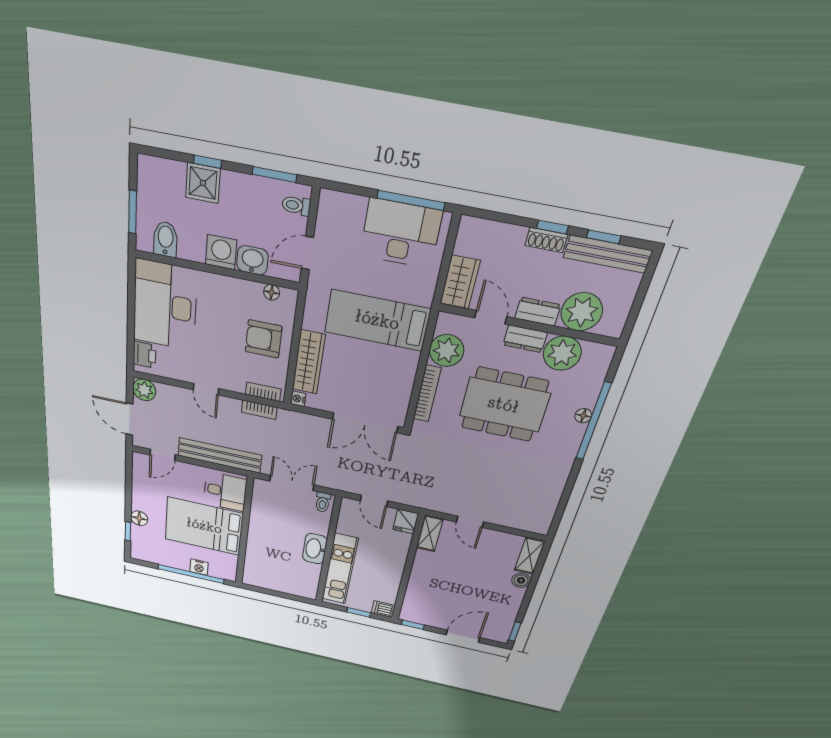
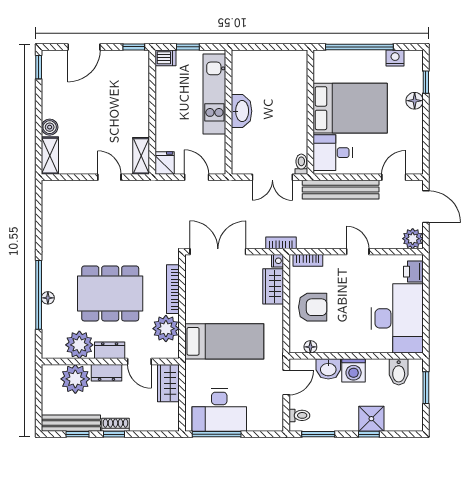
wardrobe: (309, 362) -> (273, 286), width x0.67
bookcase: (259, 410) -> (281, 243), moved
toilet: (323, 502) -> (301, 164), moved
nightstand: (199, 567) -> (395, 58), moved

